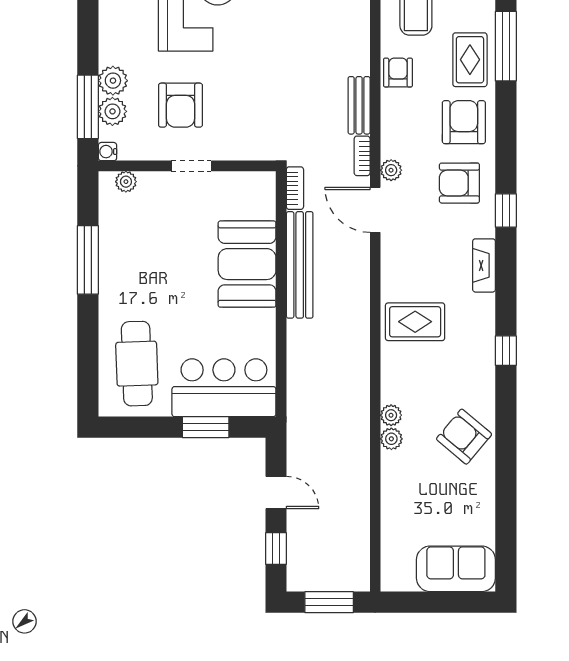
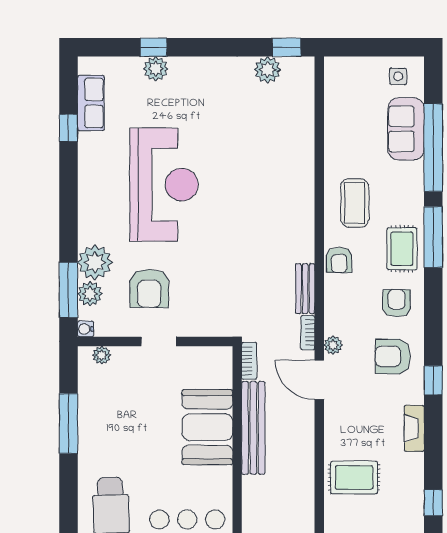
armchair: (398, 73) -> (339, 260), turned 180
plant: (113, 81) -> (95, 262), width x1.36, depth x1.36
armchair: (464, 122) -> (397, 303), width x0.72, depth x0.72

